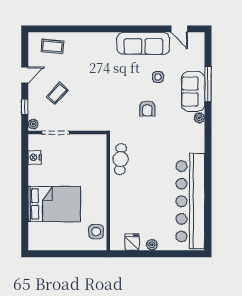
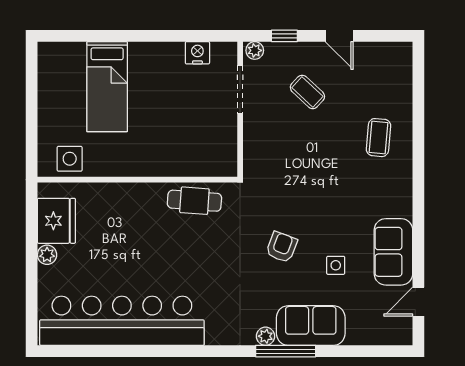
sofa: (143, 43) -> (393, 252), width x0.73
coffee table: (52, 46) -> (378, 138), moved
window: (208, 84) -> (286, 351), moved
armchair: (147, 108) -> (282, 247), turned 111
bed: (54, 204) -> (107, 87), width x0.67
fridge: (132, 242) -> (56, 221), width x1.88, depth x1.34

